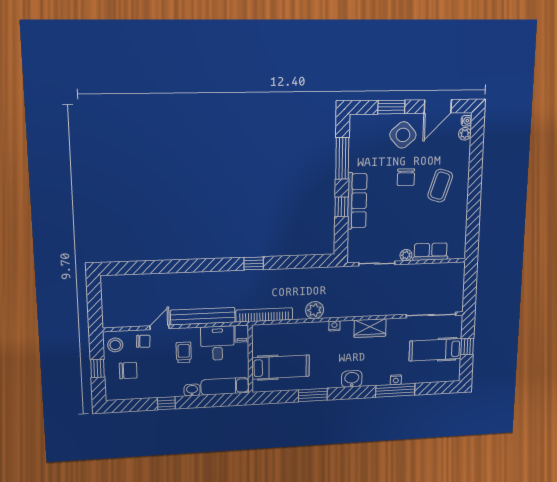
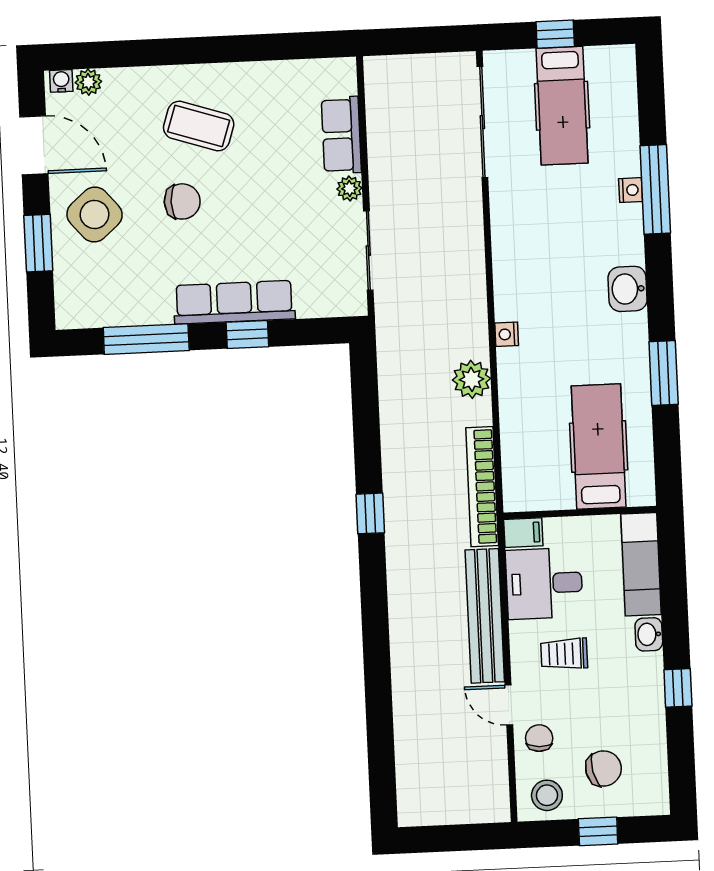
wardrobe: (370, 328) -> (512, 256), removed
chair: (128, 371) -> (603, 768), turned 77

